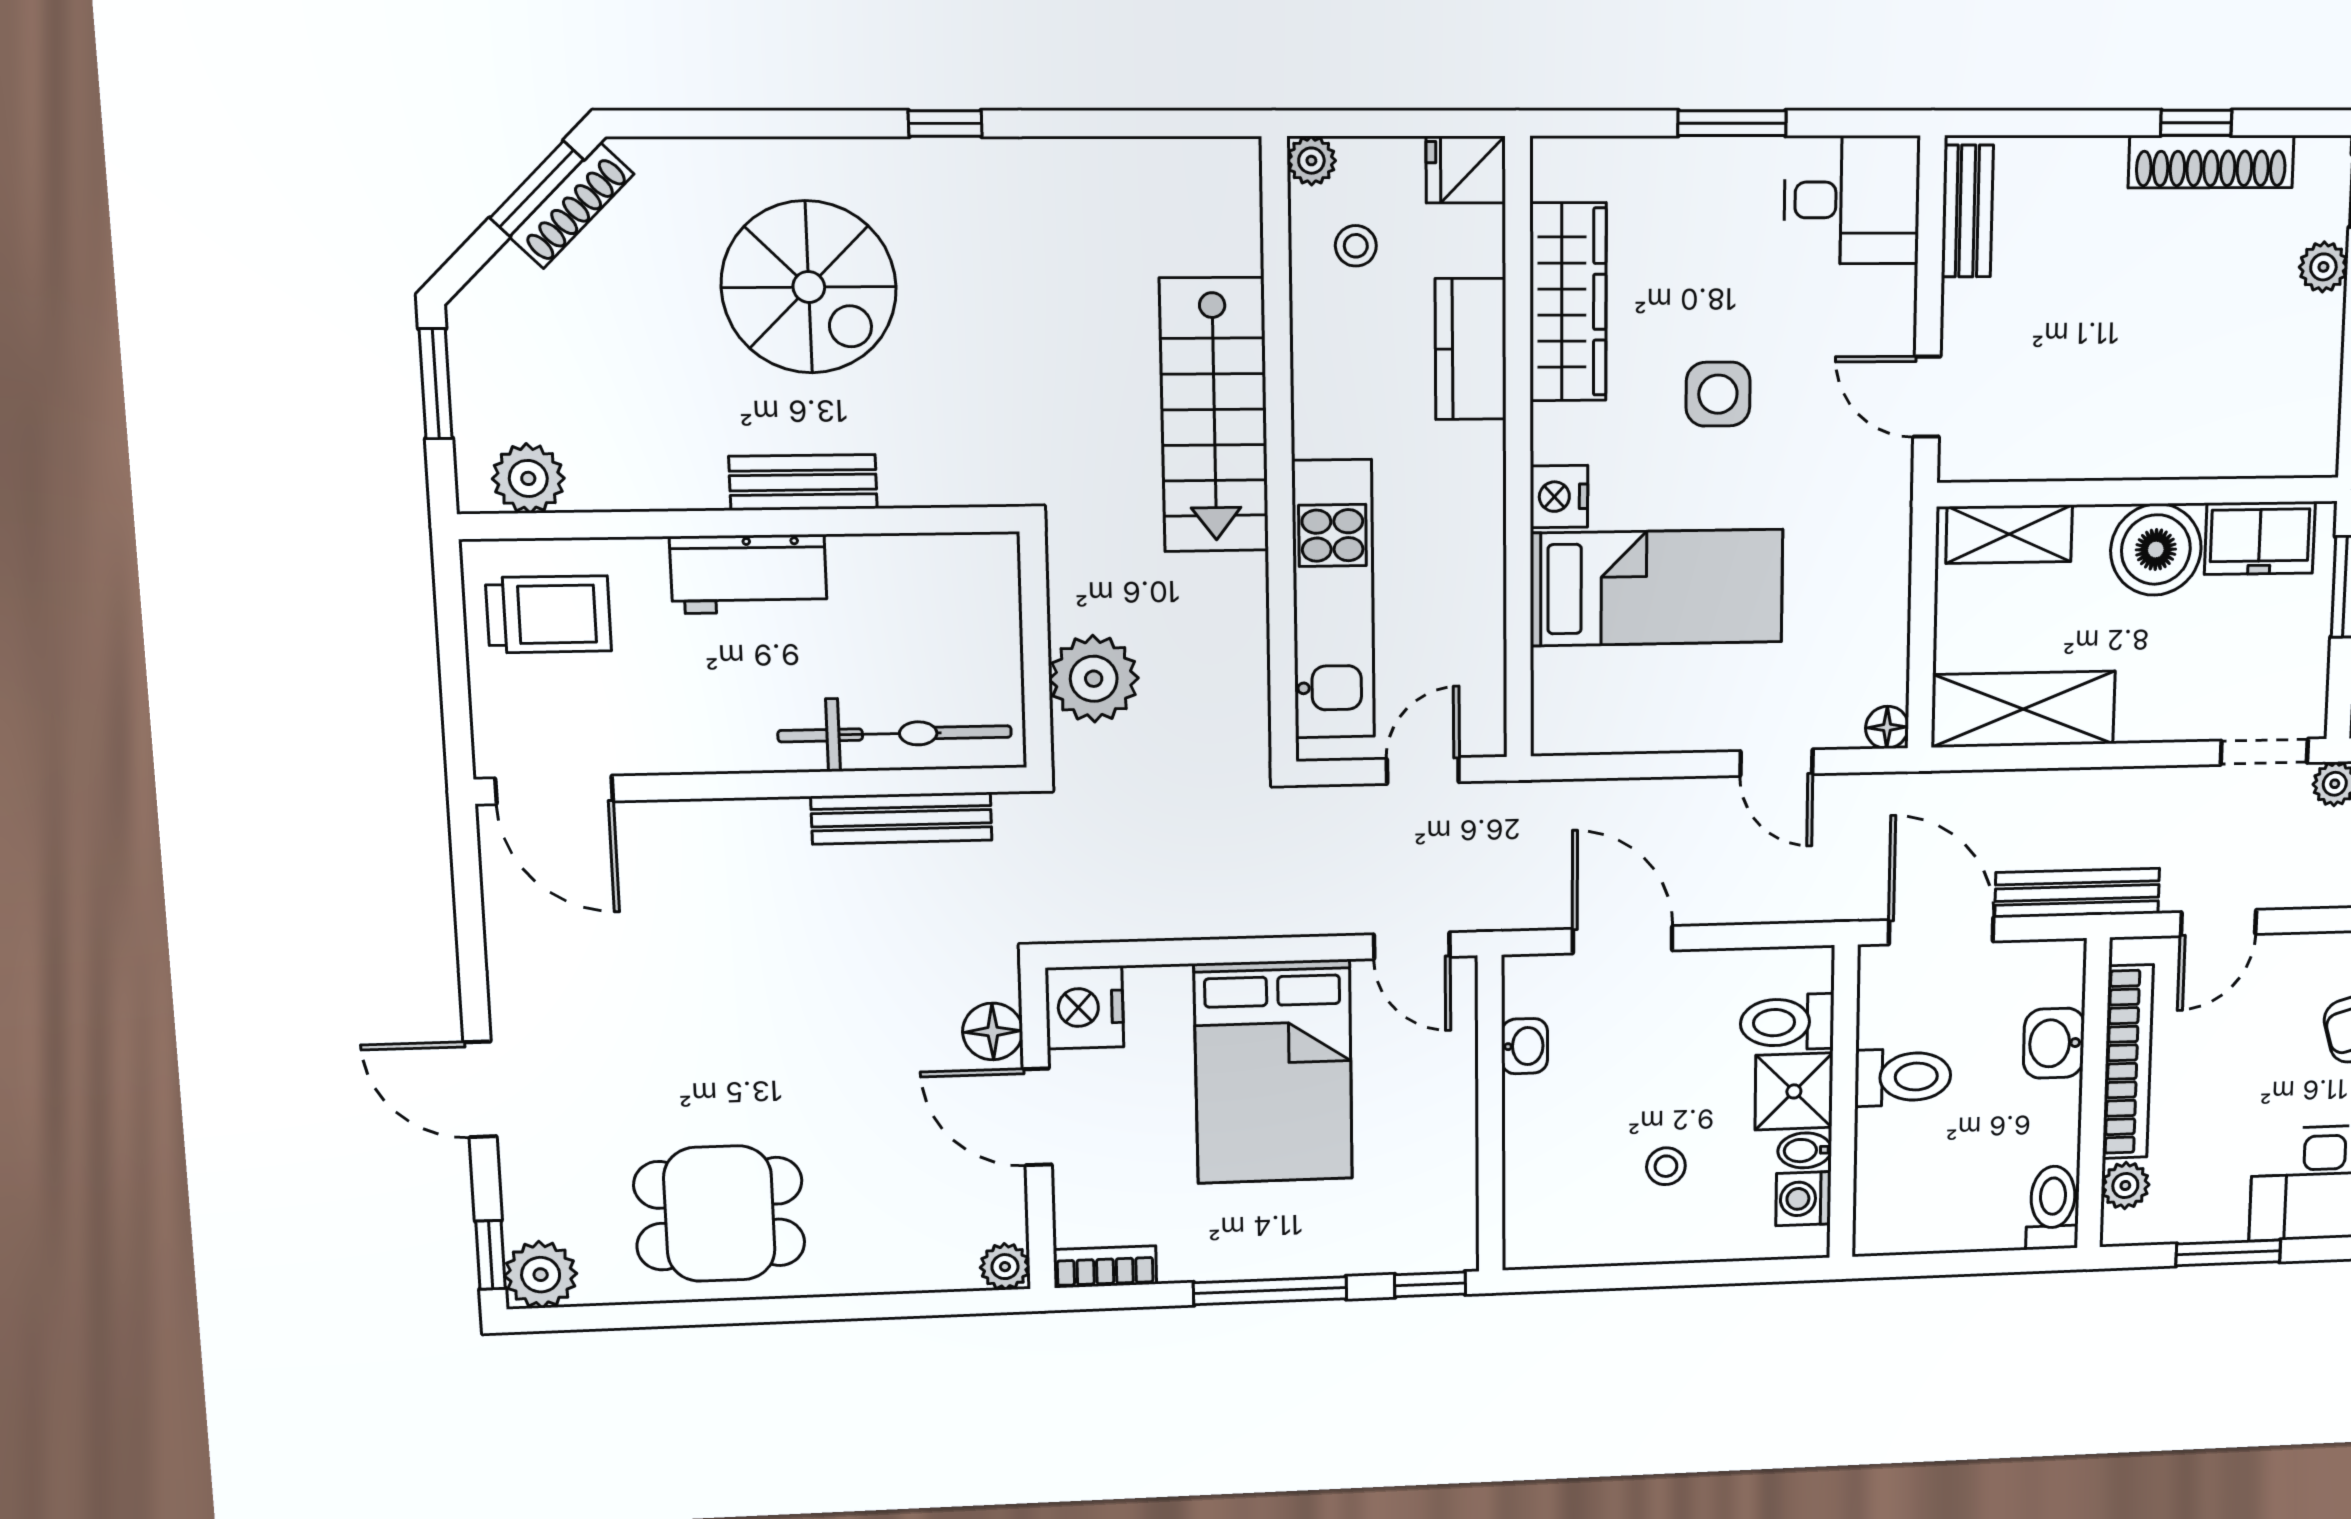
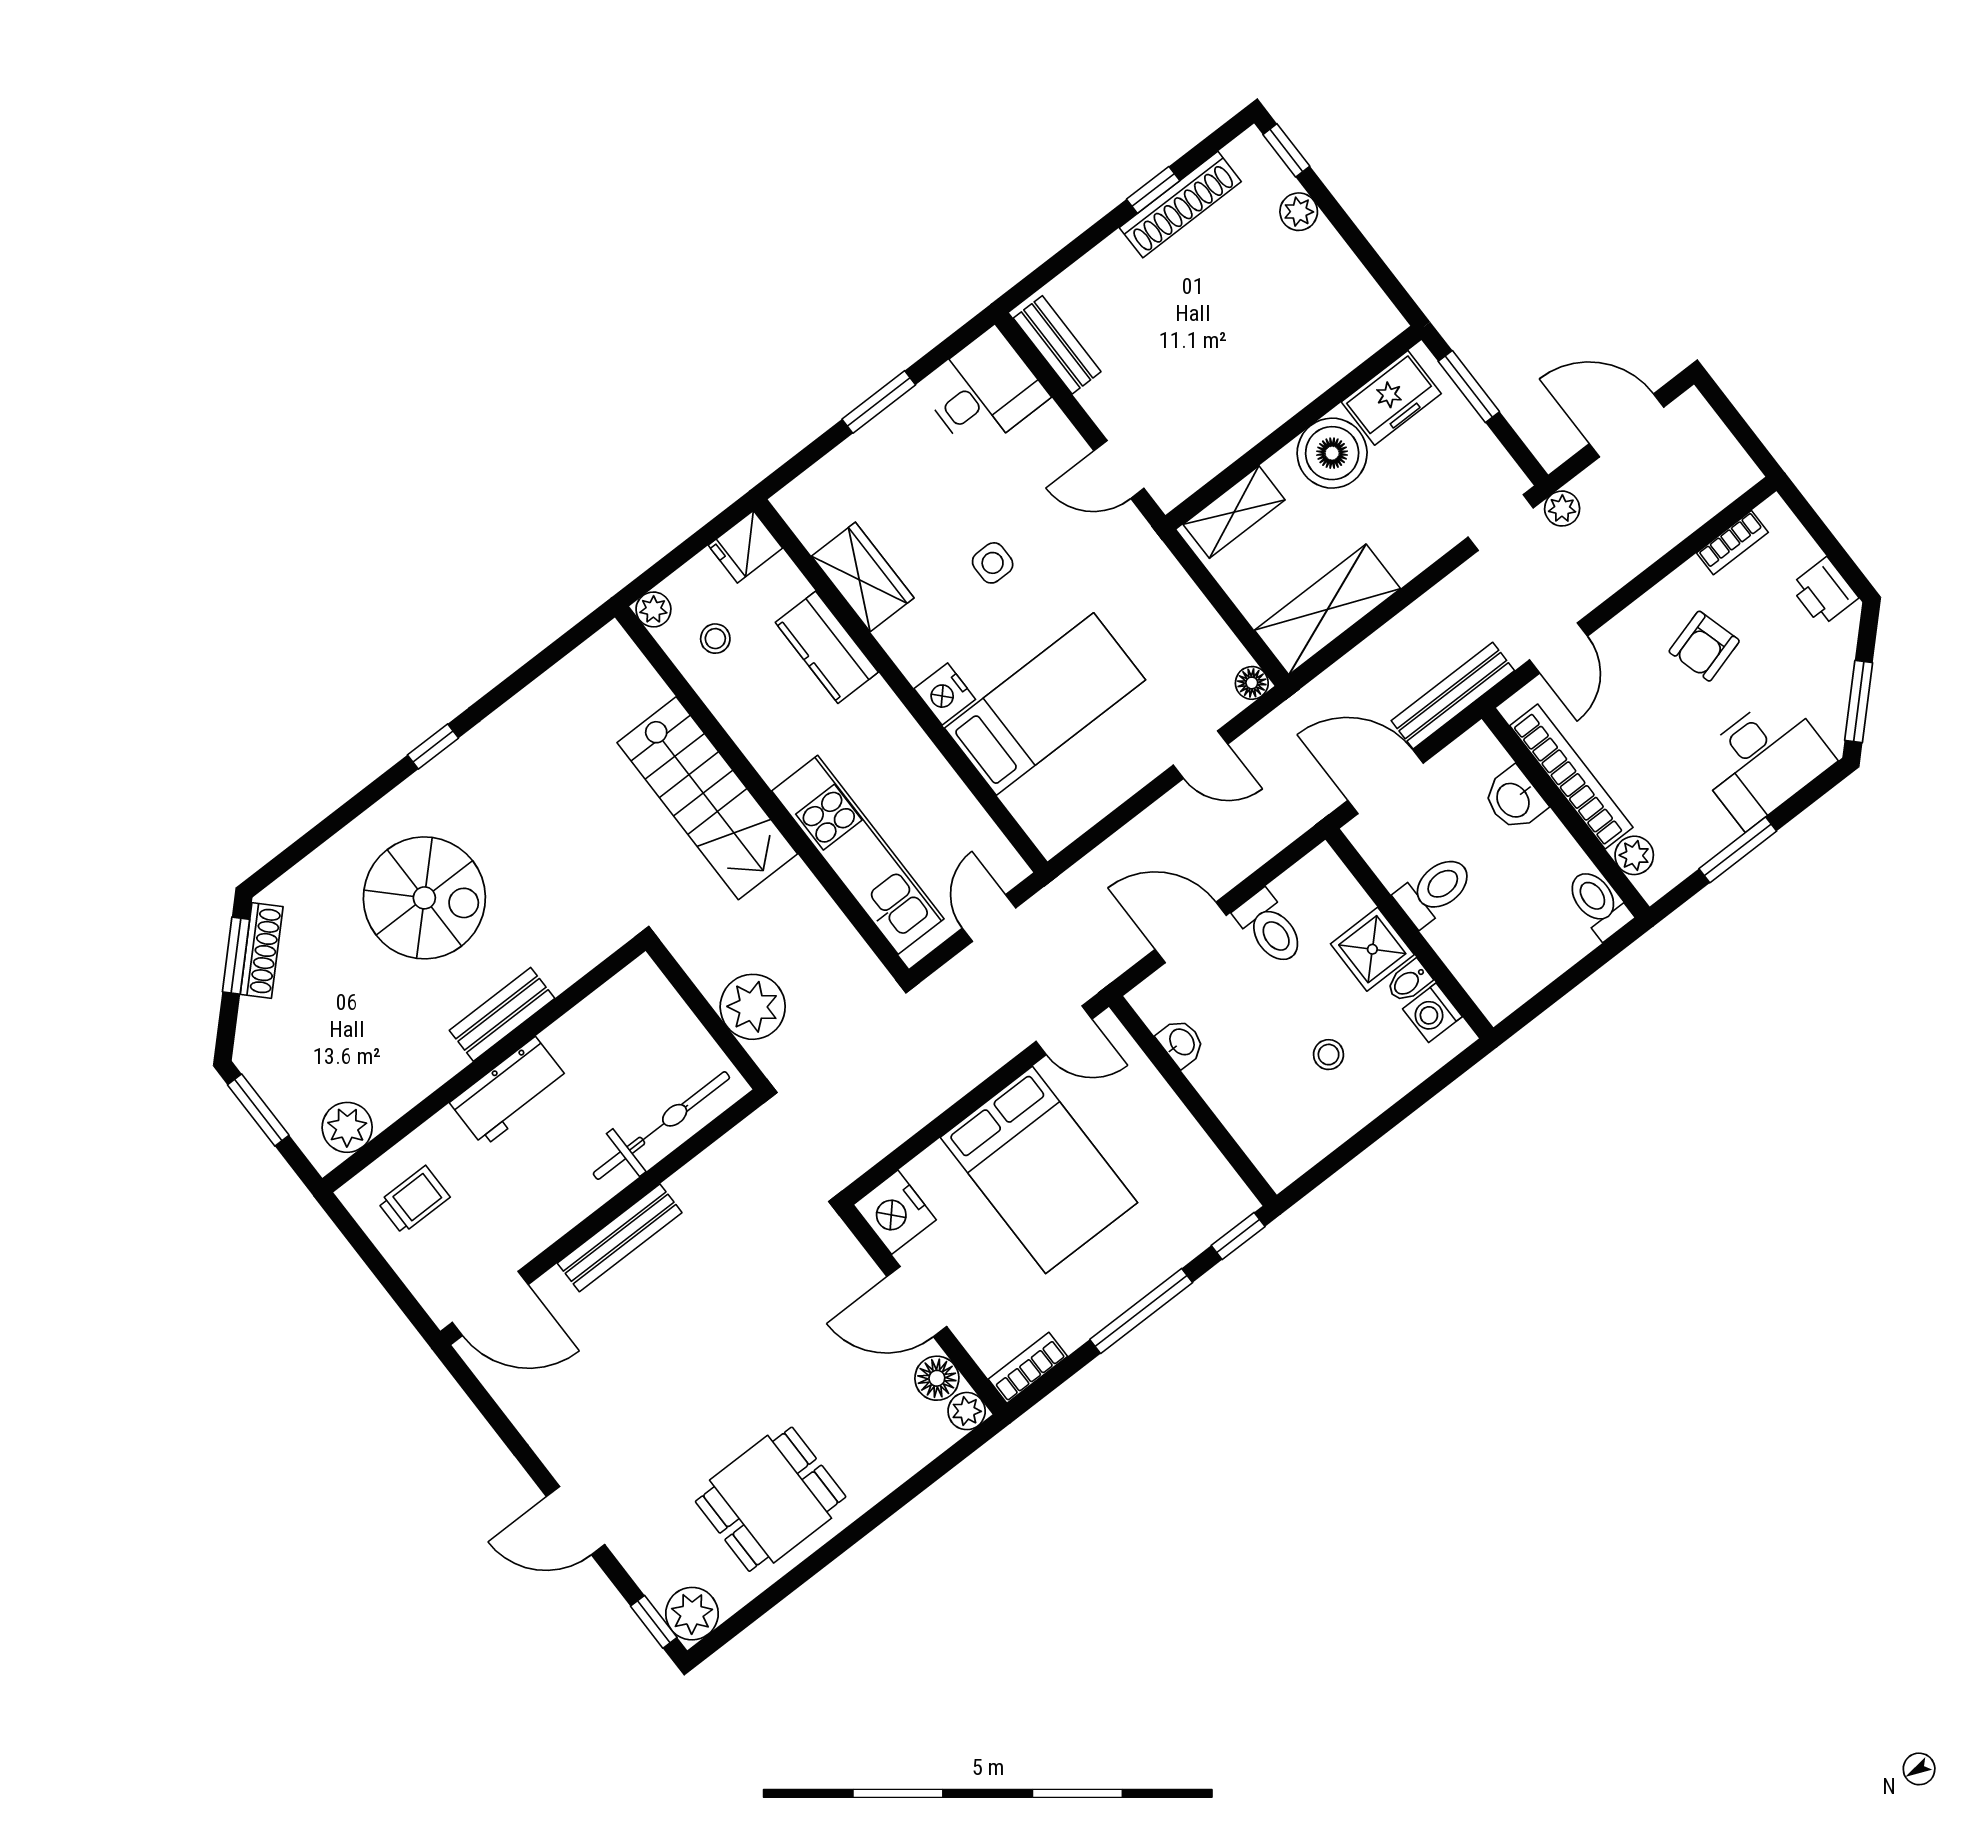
wardrobe: (1568, 302) -> (863, 577), width x0.67
side table: (1718, 394) -> (993, 563), width x0.73, depth x0.73
trolley: (549, 614) -> (414, 1200), width x0.73, depth x0.72
bench: (902, 818) -> (620, 1238), moved
toilet: (1787, 1022) -> (1270, 928), moved, turned -90
floor lamp: (993, 1031) -> (937, 1378), moved

